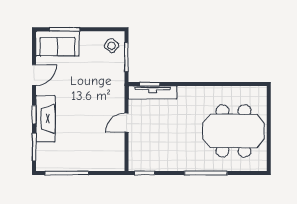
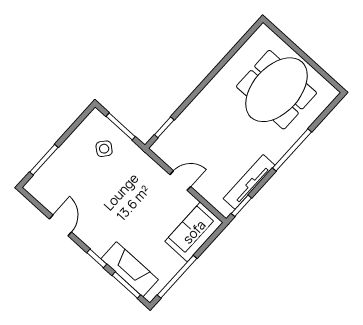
sofa: (58, 44) -> (194, 232), moved, turned 180
side table: (112, 46) -> (104, 149), moved
tv unit: (153, 92) -> (249, 182), moved, turned 180
fireplace: (45, 119) -> (130, 269), moved
door: (126, 123) -> (180, 181), swing flipped

